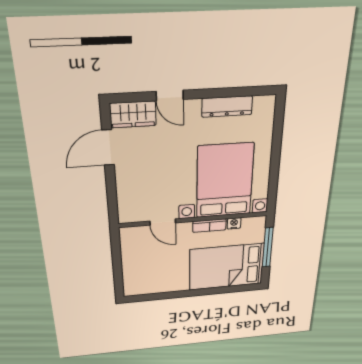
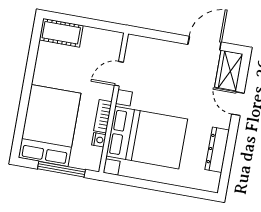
door: (170, 95) -> (238, 104), hinge flipped
door: (108, 148) -> (205, 43), hinge flipped
cot: (134, 279) -> (61, 33), added

